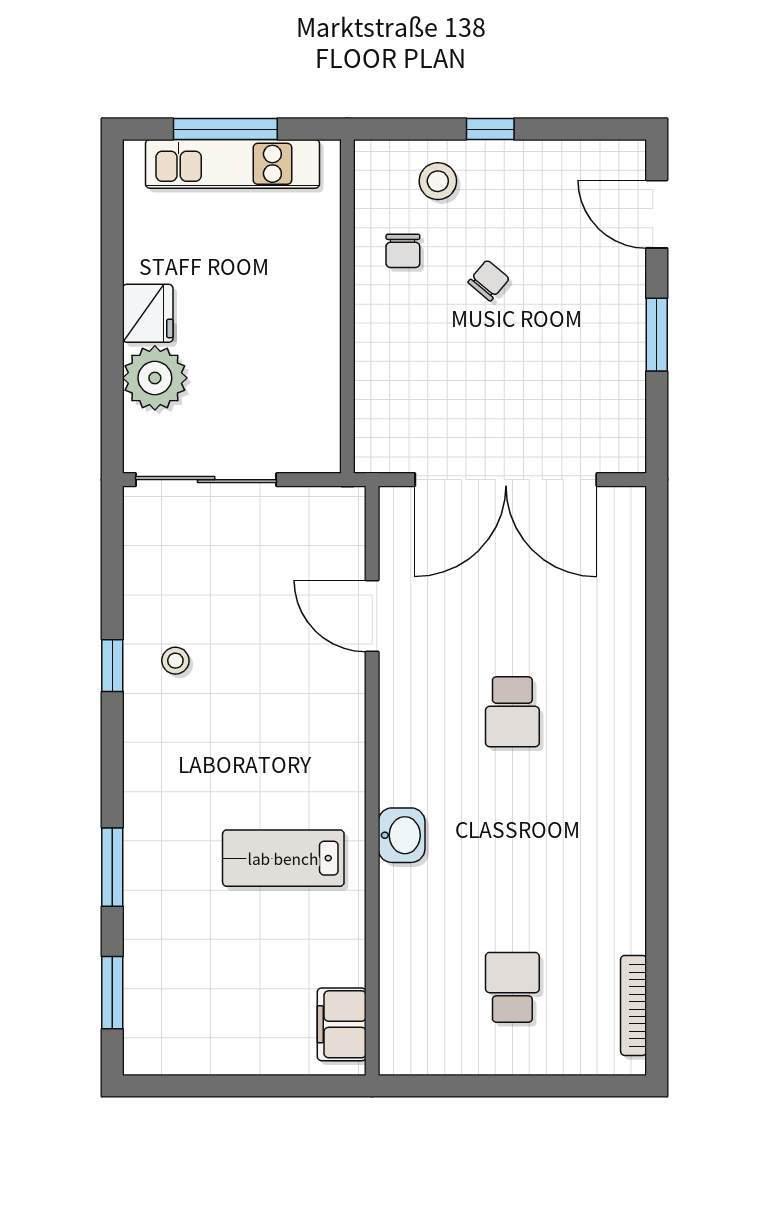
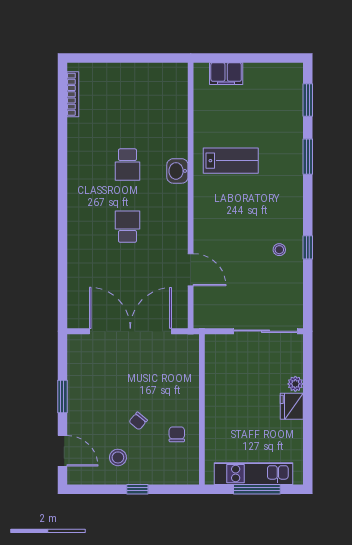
stool: (438, 181) -> (118, 457), moved
plant: (155, 378) -> (295, 384), width x0.53, depth x0.53
school desk: (512, 987) -> (127, 164), moved
filing cabinet: (342, 1024) -> (226, 74), moved, turned 90

